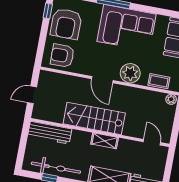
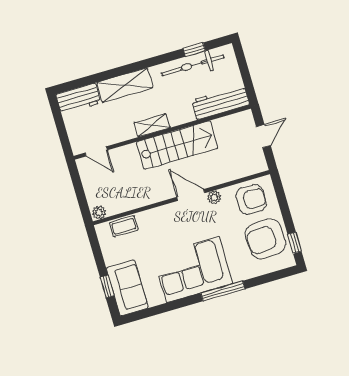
armchair: (66, 24) -> (266, 239), turned -94
plant: (130, 73) -> (214, 197), moved, width x0.53, depth x0.53

